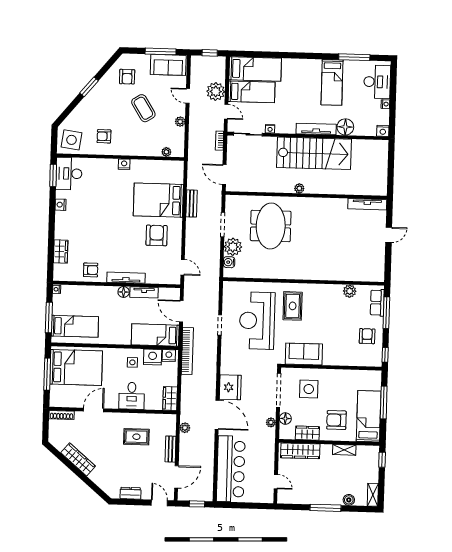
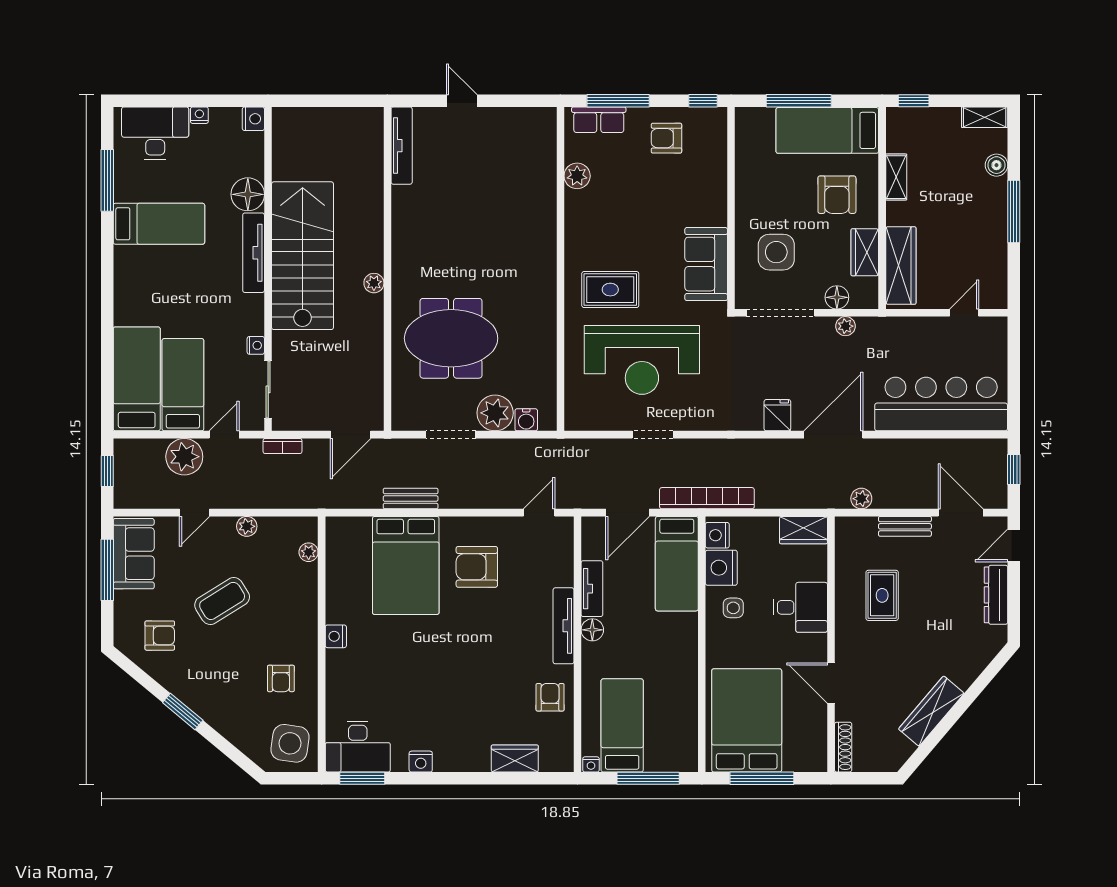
bed: (75, 326) -> (622, 725), moved
fridge: (230, 387) -> (777, 415), width x0.53, depth x0.75
dresser: (131, 493) -> (996, 595), width x1.44

